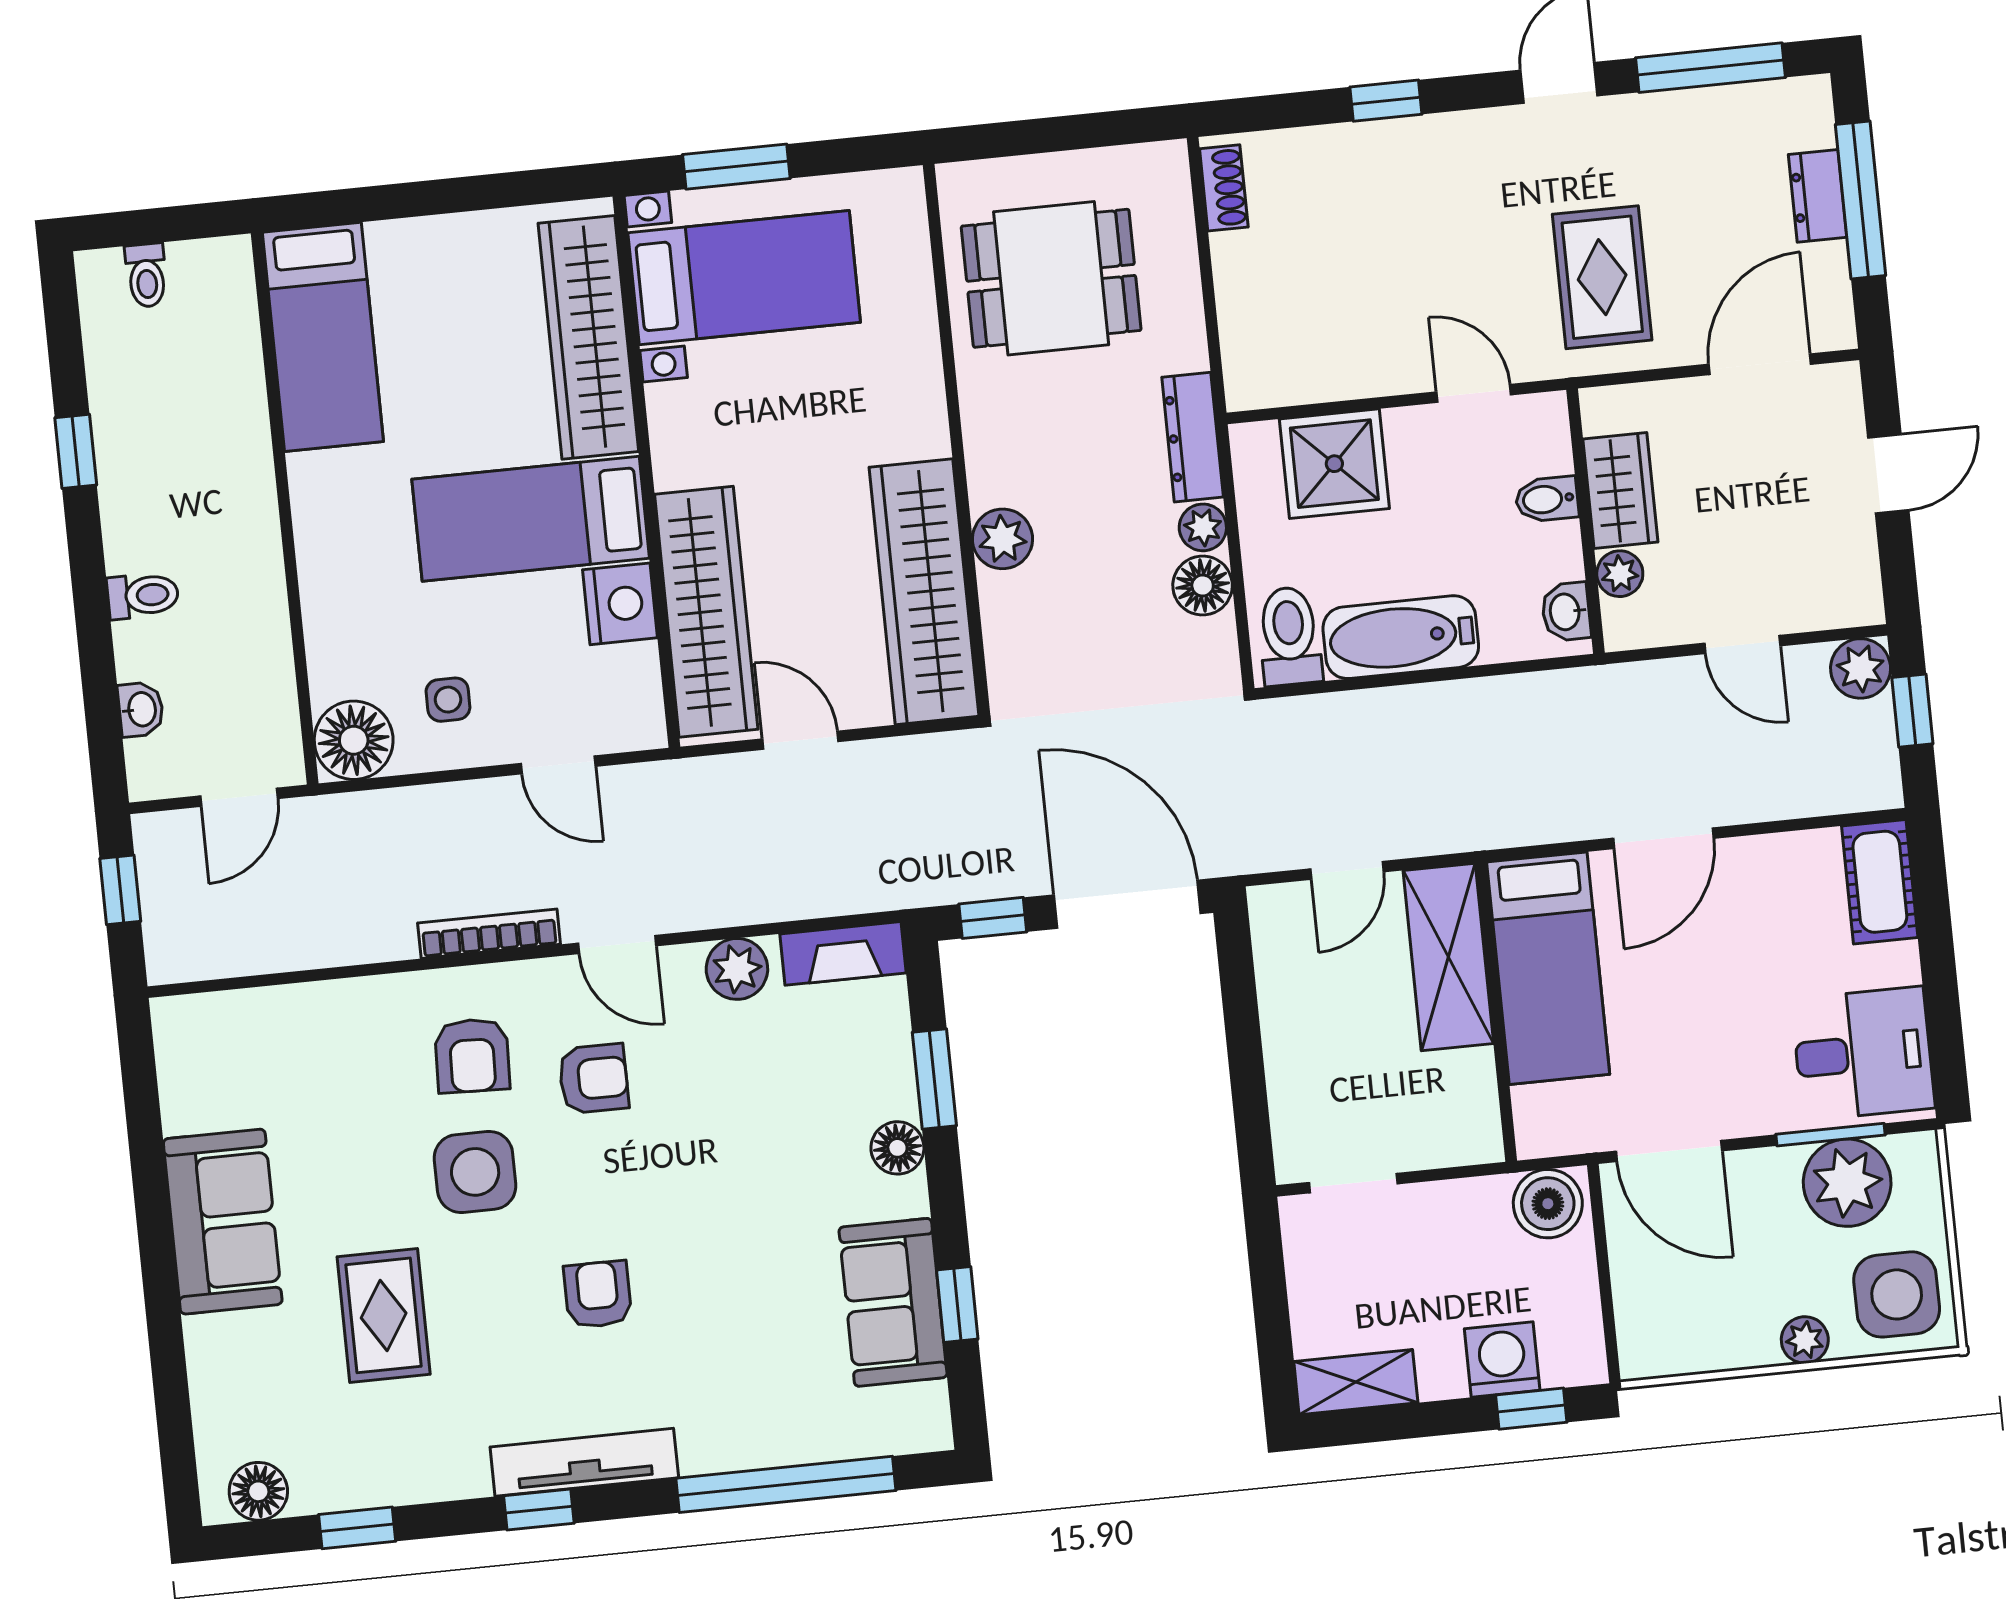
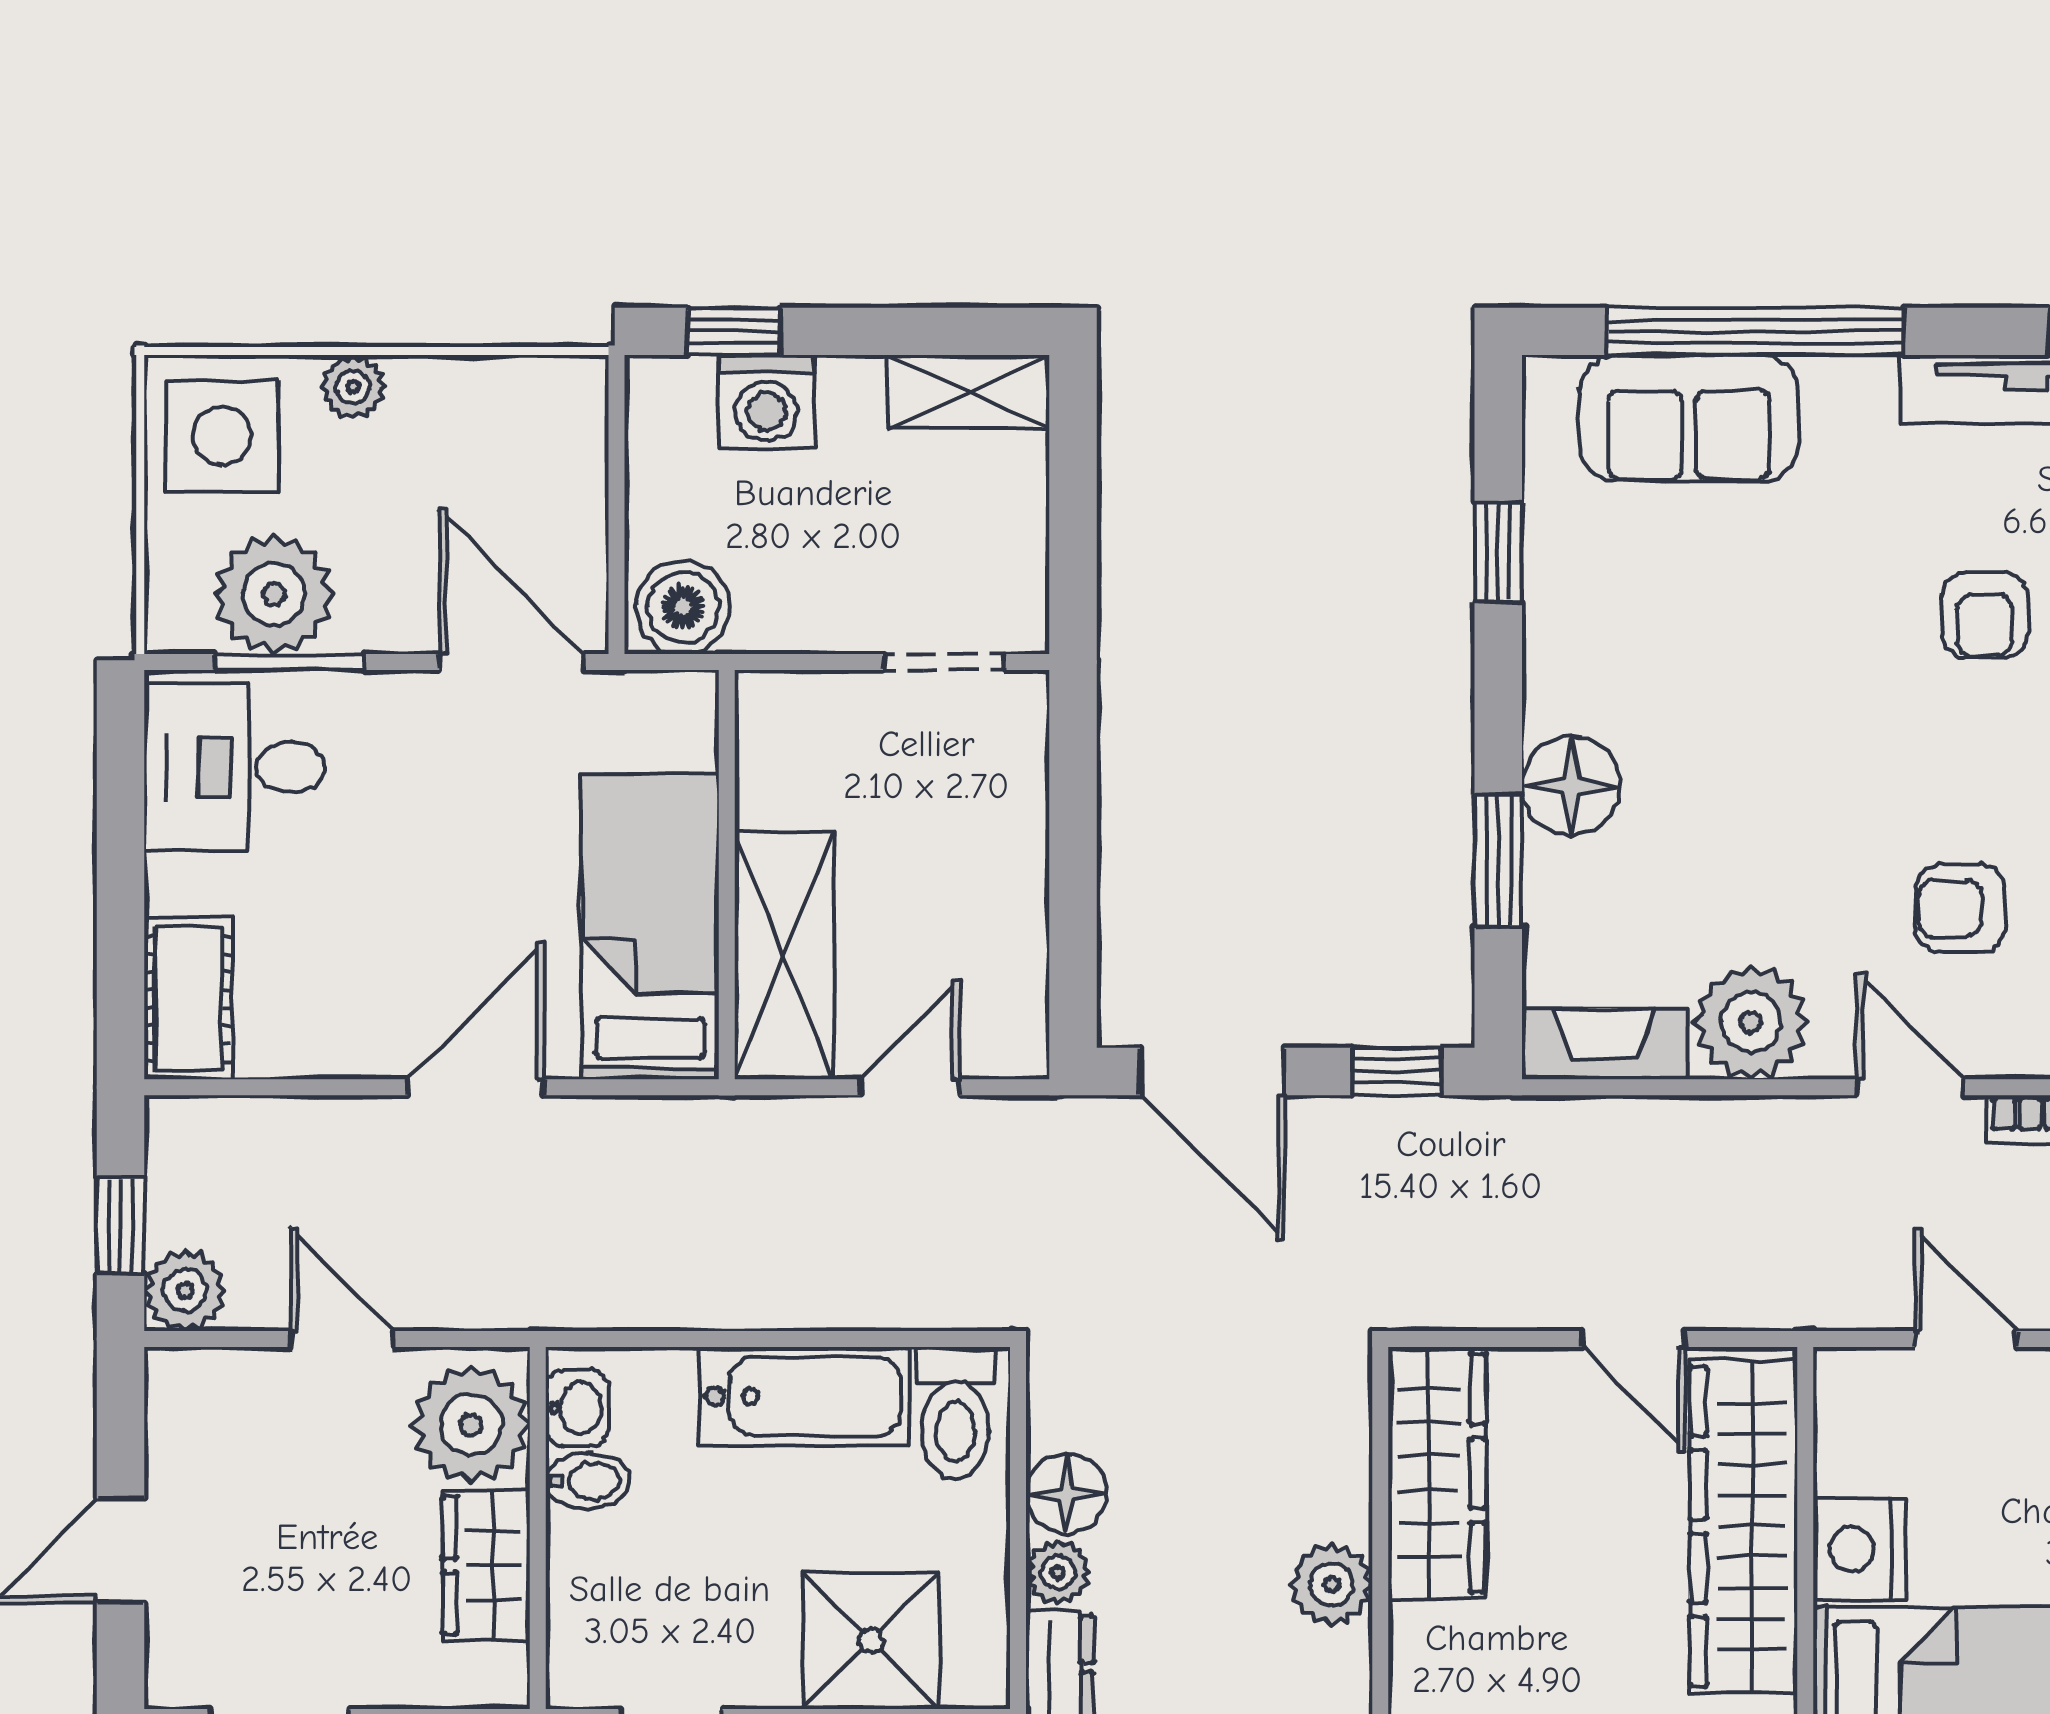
bidet: (1547, 499) -> (587, 1481), moved
plant: (1620, 574) -> (471, 1425), width x1.87, depth x1.87
wardrobe: (924, 592) -> (1437, 1473), width x0.71, depth x0.85
door: (1127, 904) -> (1212, 1071), width x0.73
plant: (737, 969) -> (1751, 1022), width x1.36, depth x1.36
floor lamp: (897, 1148) -> (1571, 786), width x1.38, depth x1.38
sofa: (893, 1302) -> (1689, 418), moved, turned 90

